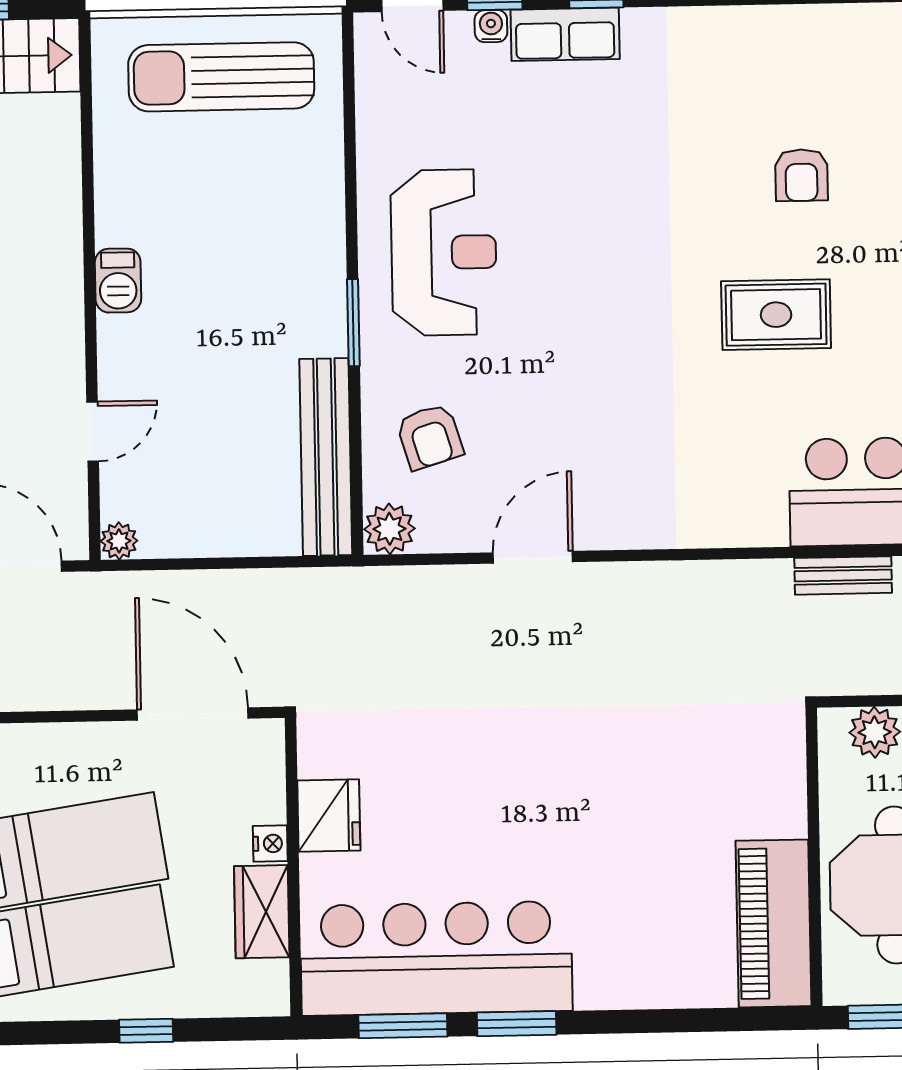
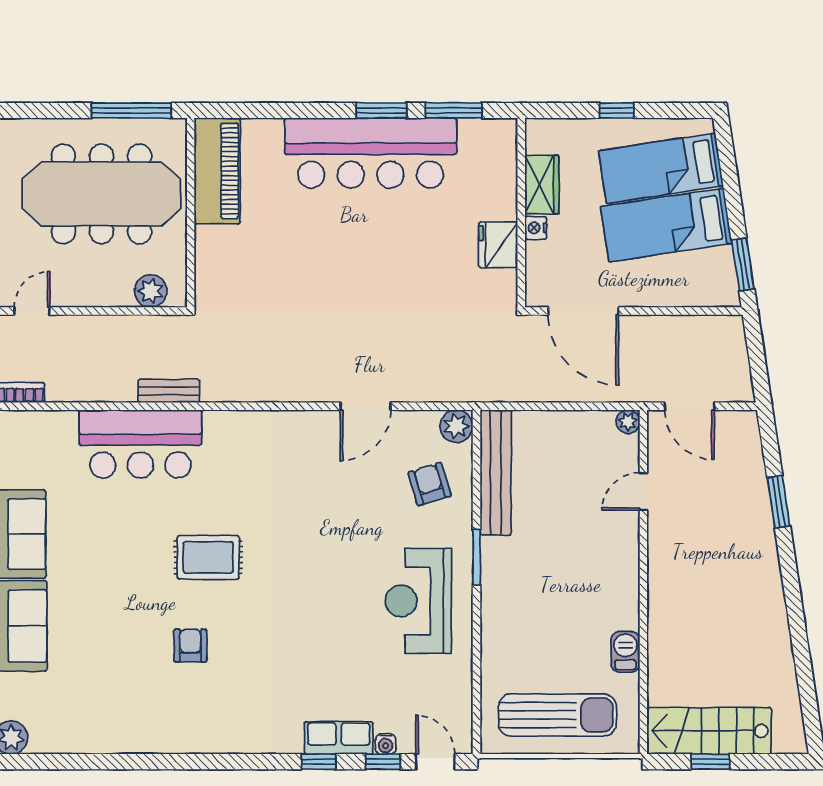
barbecue: (118, 281) -> (625, 652), moved
bar counter: (436, 958) -> (371, 153), moved

